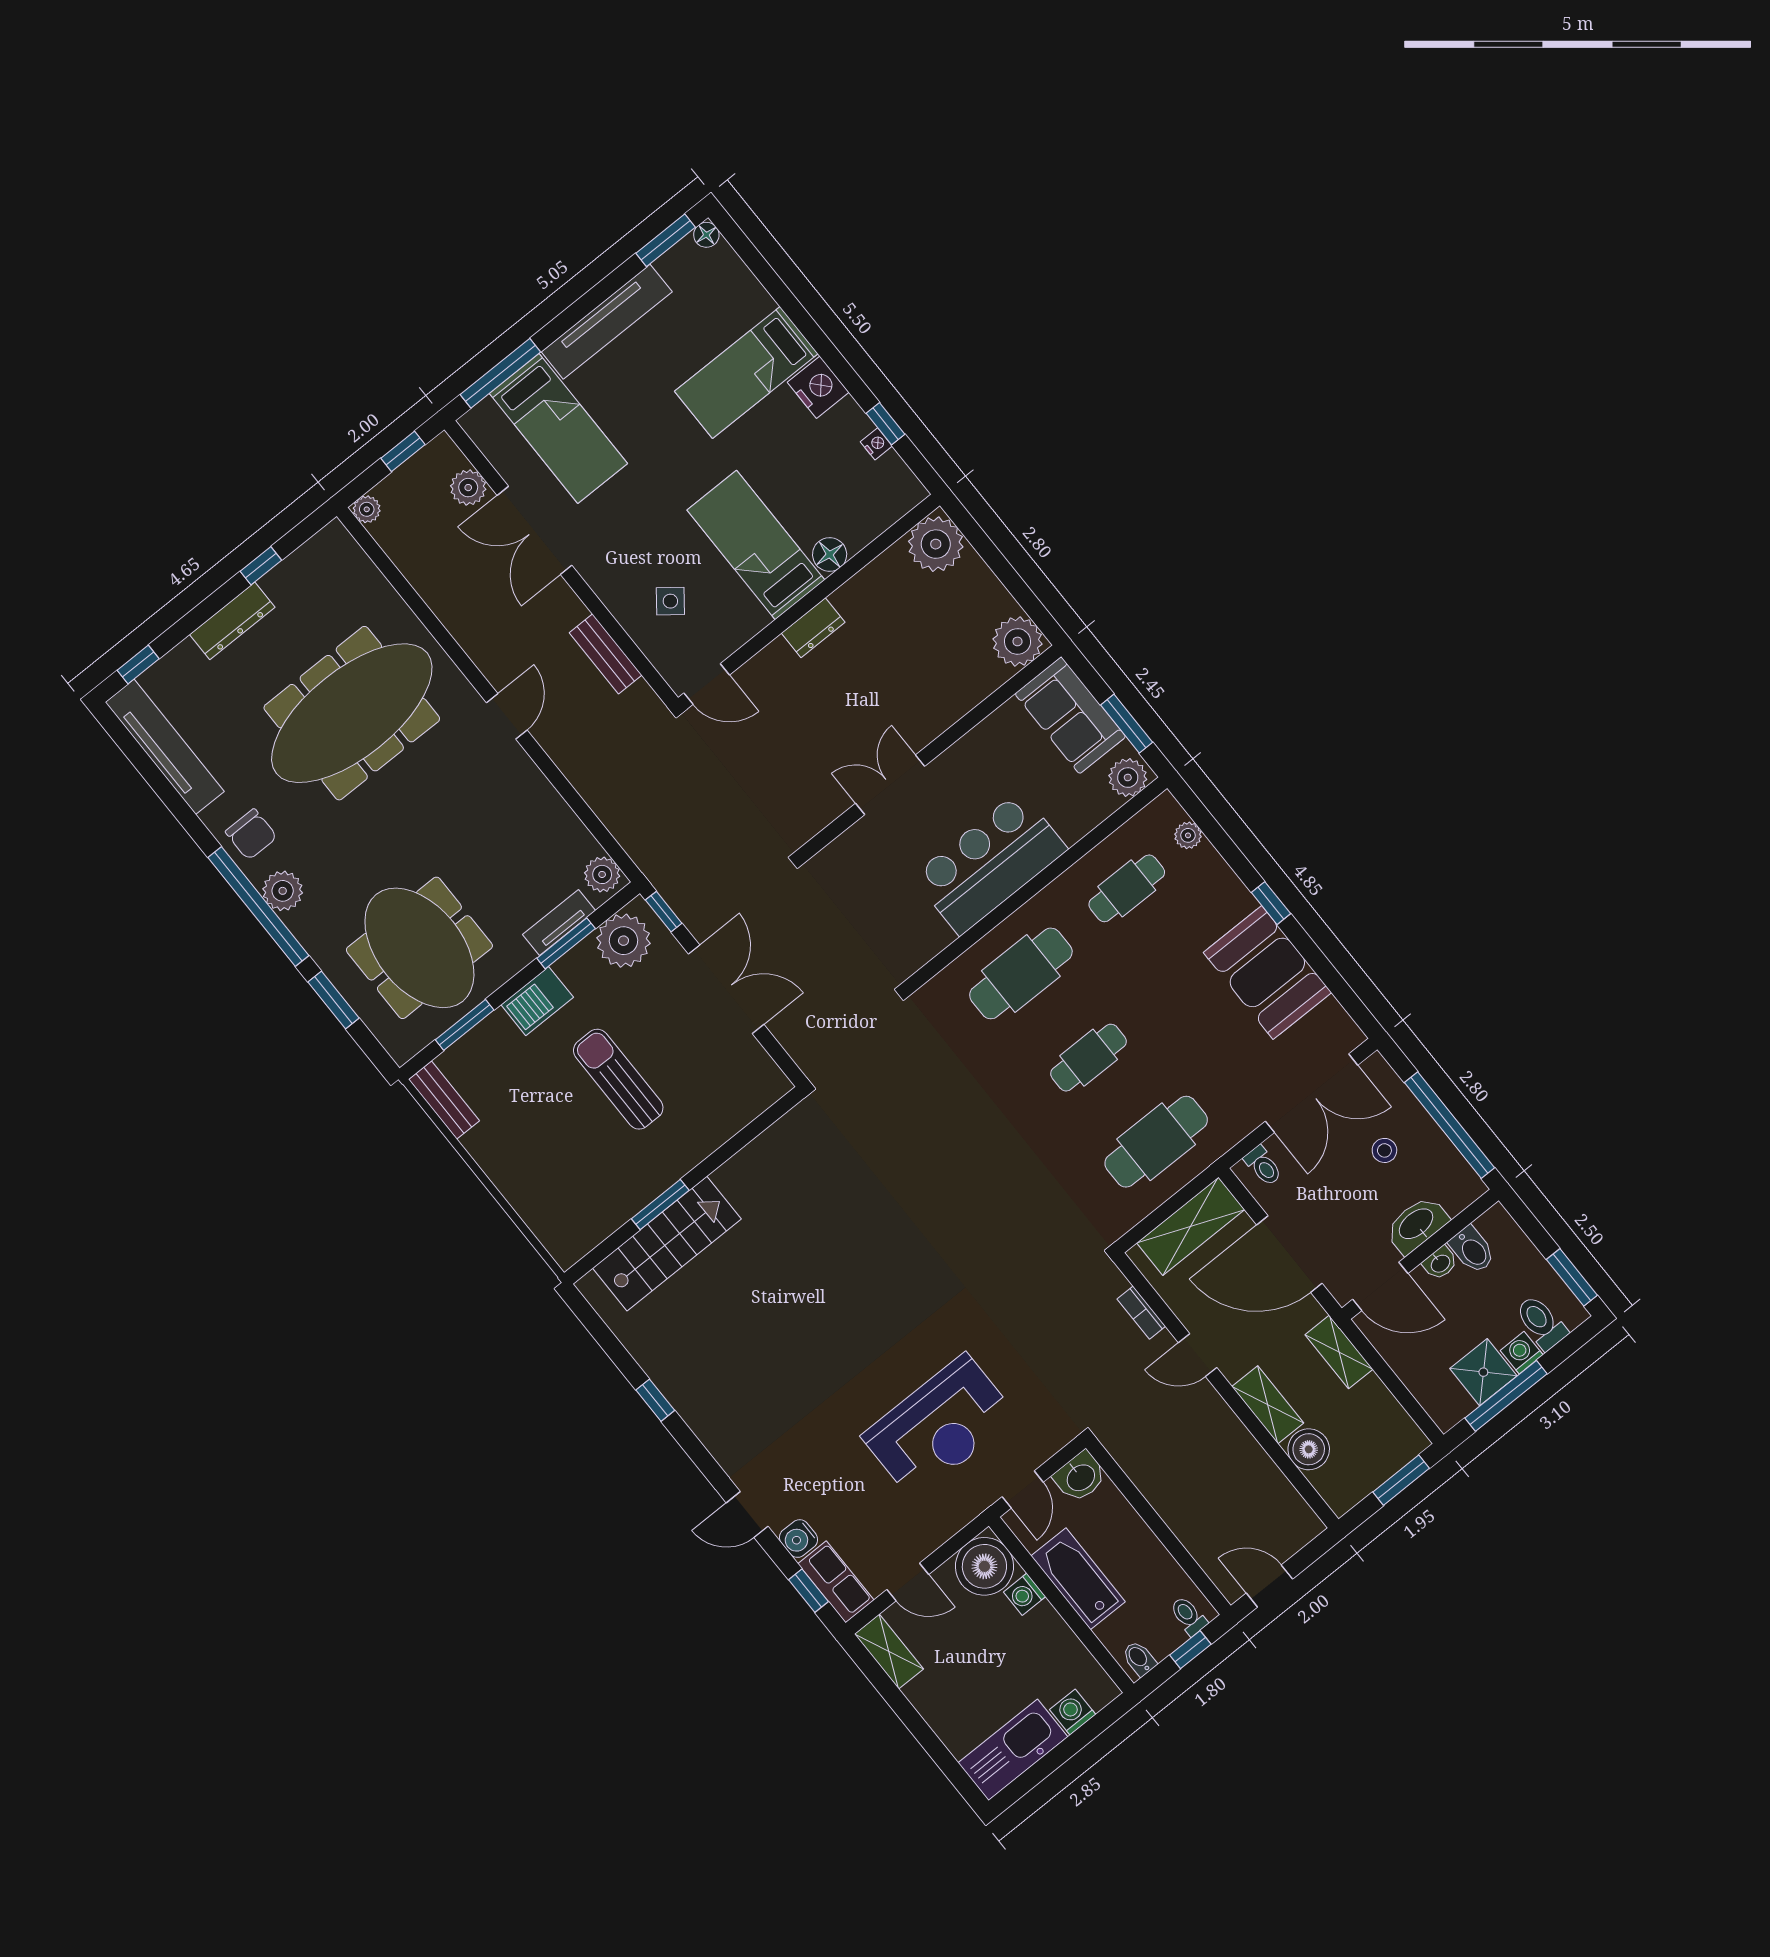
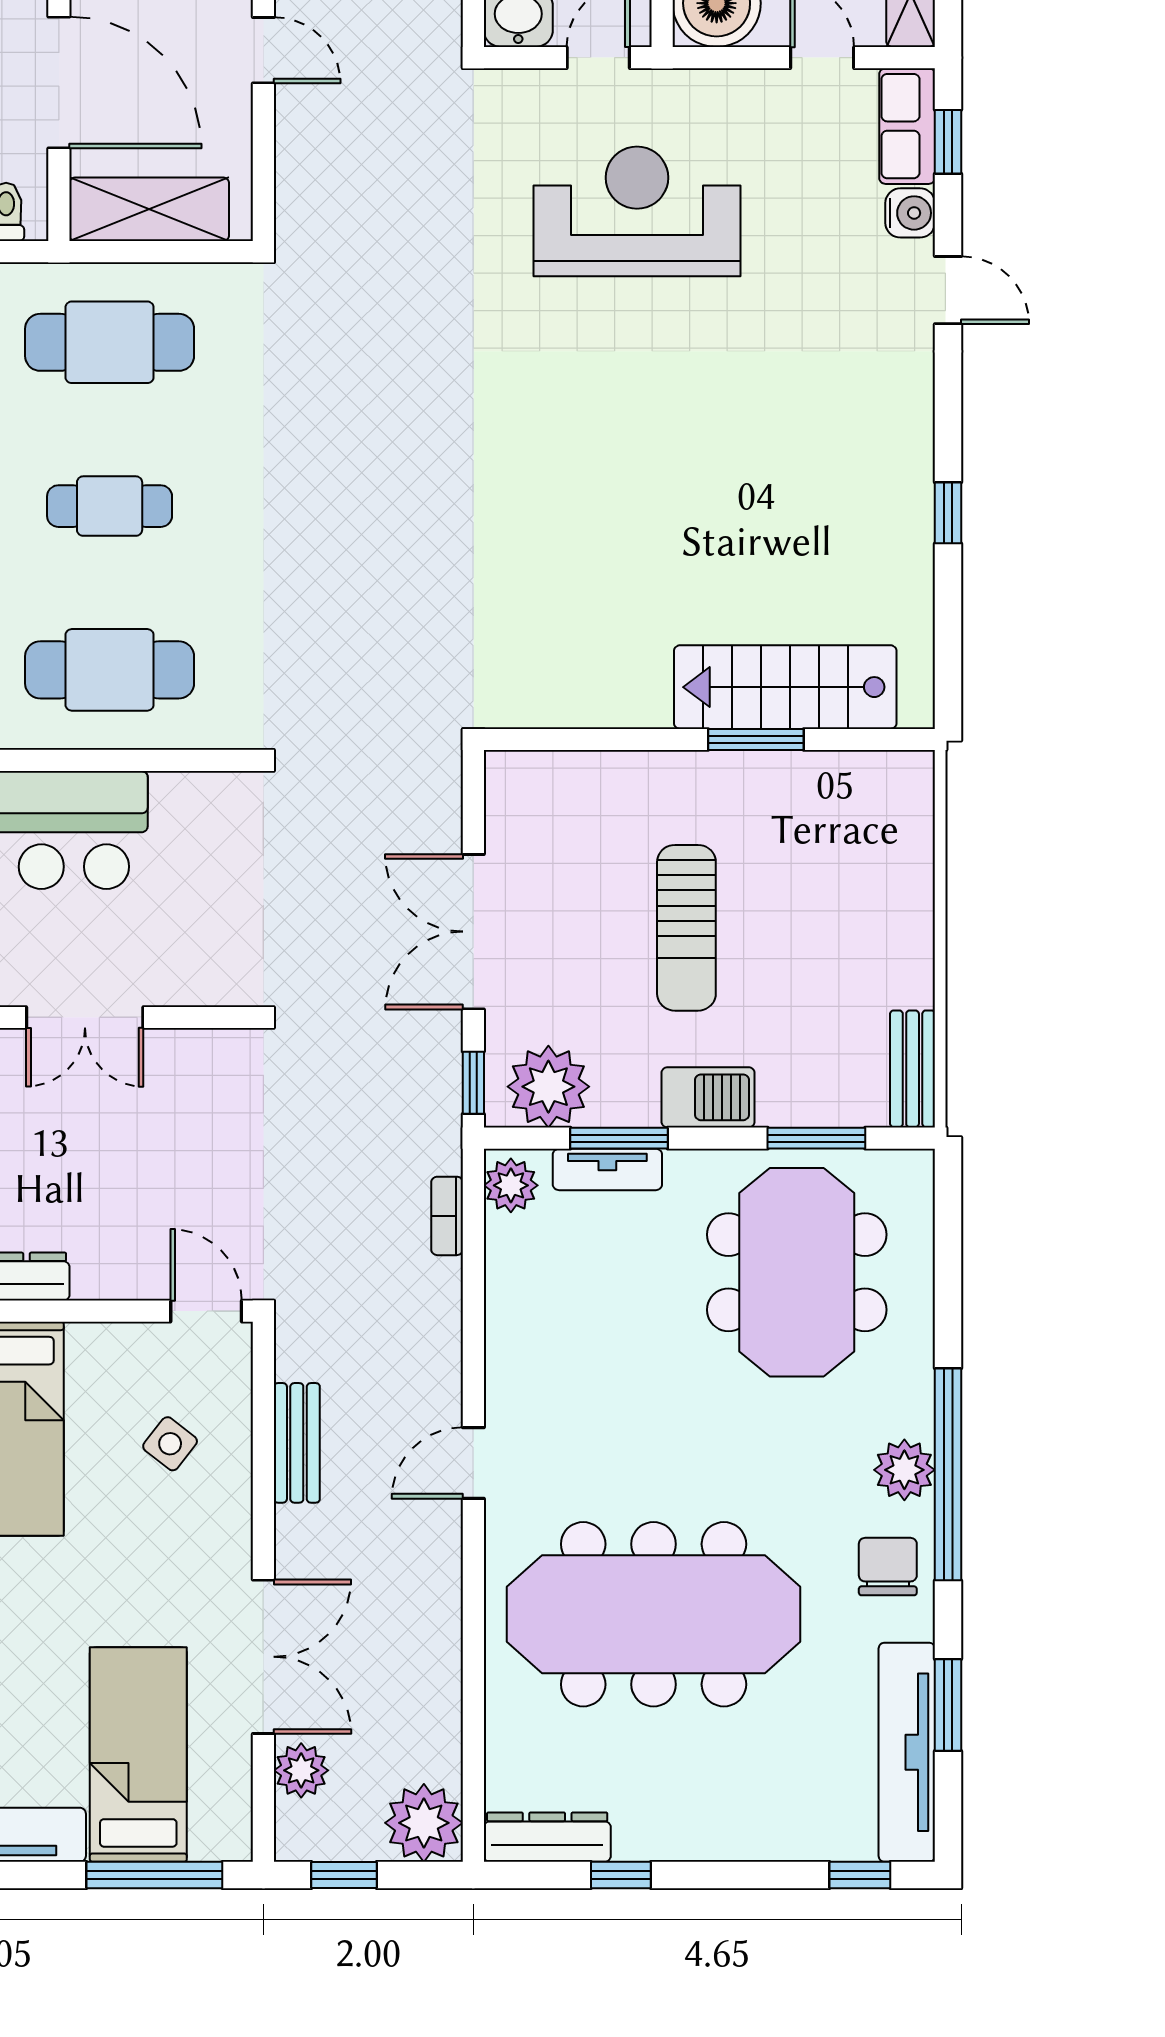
plant: (367, 509) -> (424, 1823), width x1.88, depth x1.88
dresser: (232, 621) -> (547, 1837), moved
window: (333, 1000) -> (948, 1705), moved
bookcase: (1141, 1313) -> (447, 1216), moved, turned 180

